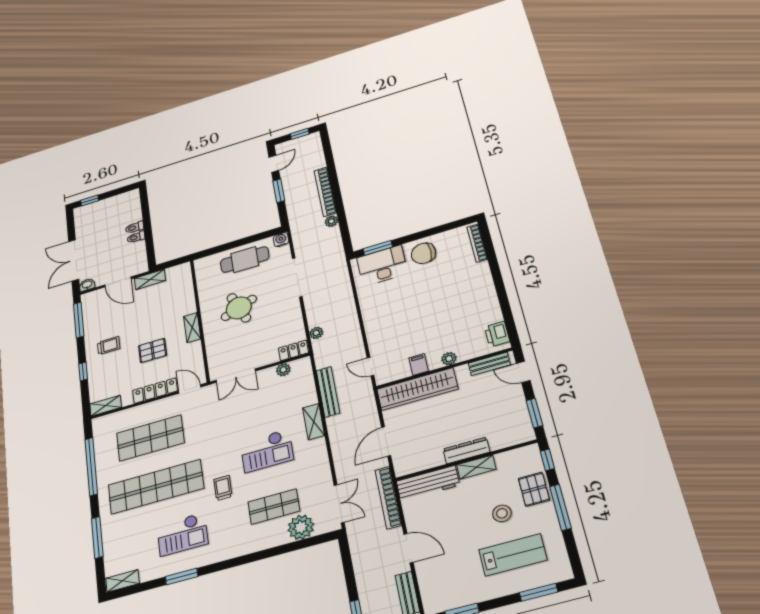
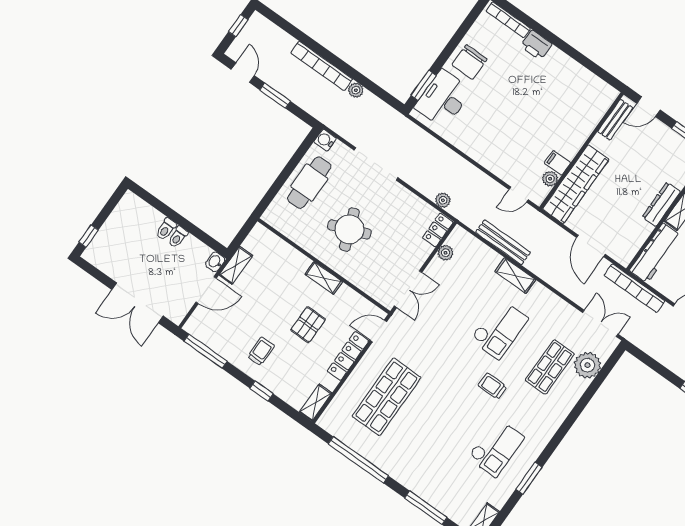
washbasin: (87, 285) -> (215, 262), moved
printer: (497, 334) -> (536, 45), moved
plant: (449, 359) -> (550, 179), moved
shop shelf: (156, 487) -> (434, 430), removed

